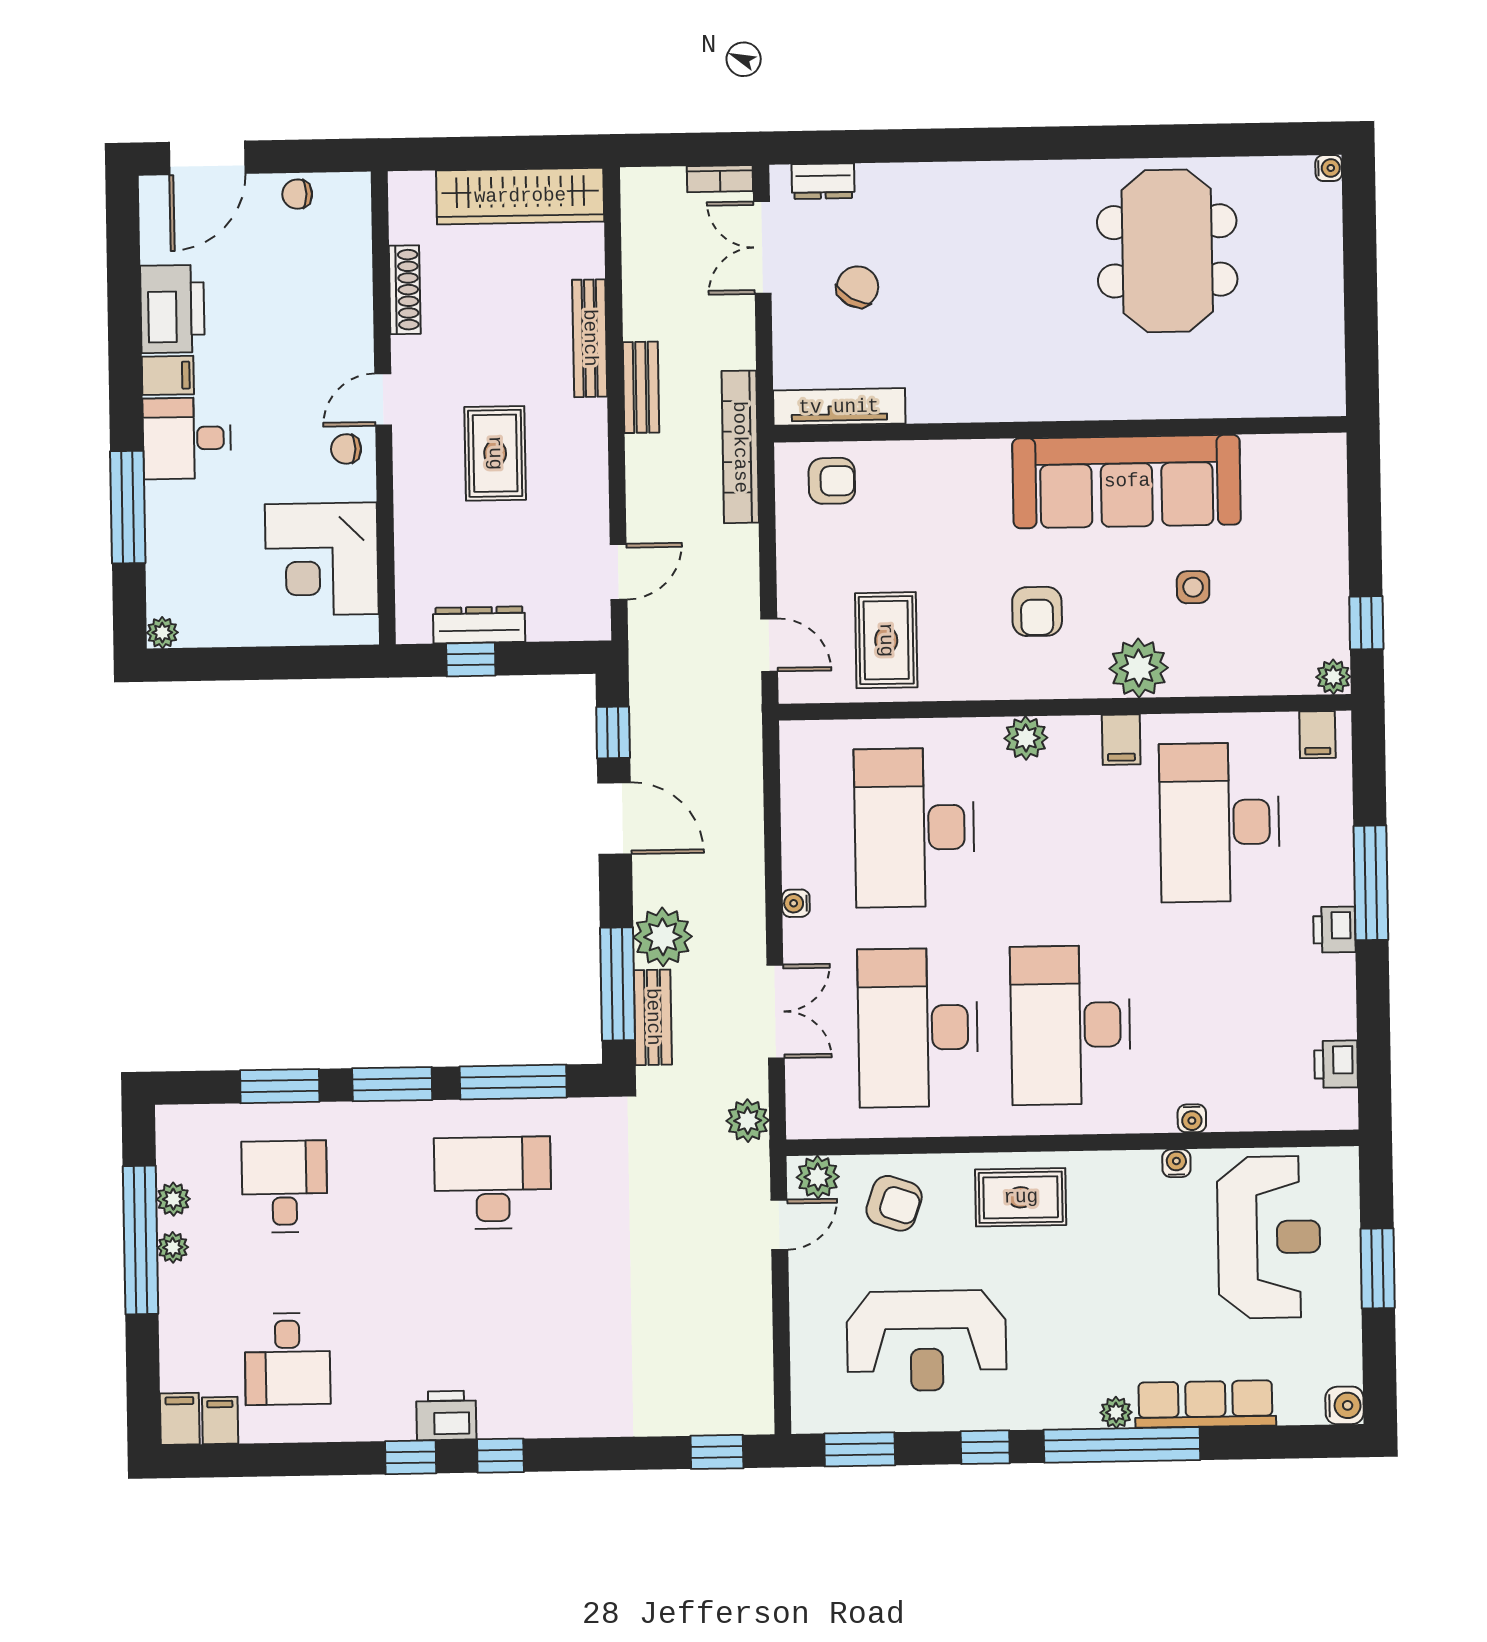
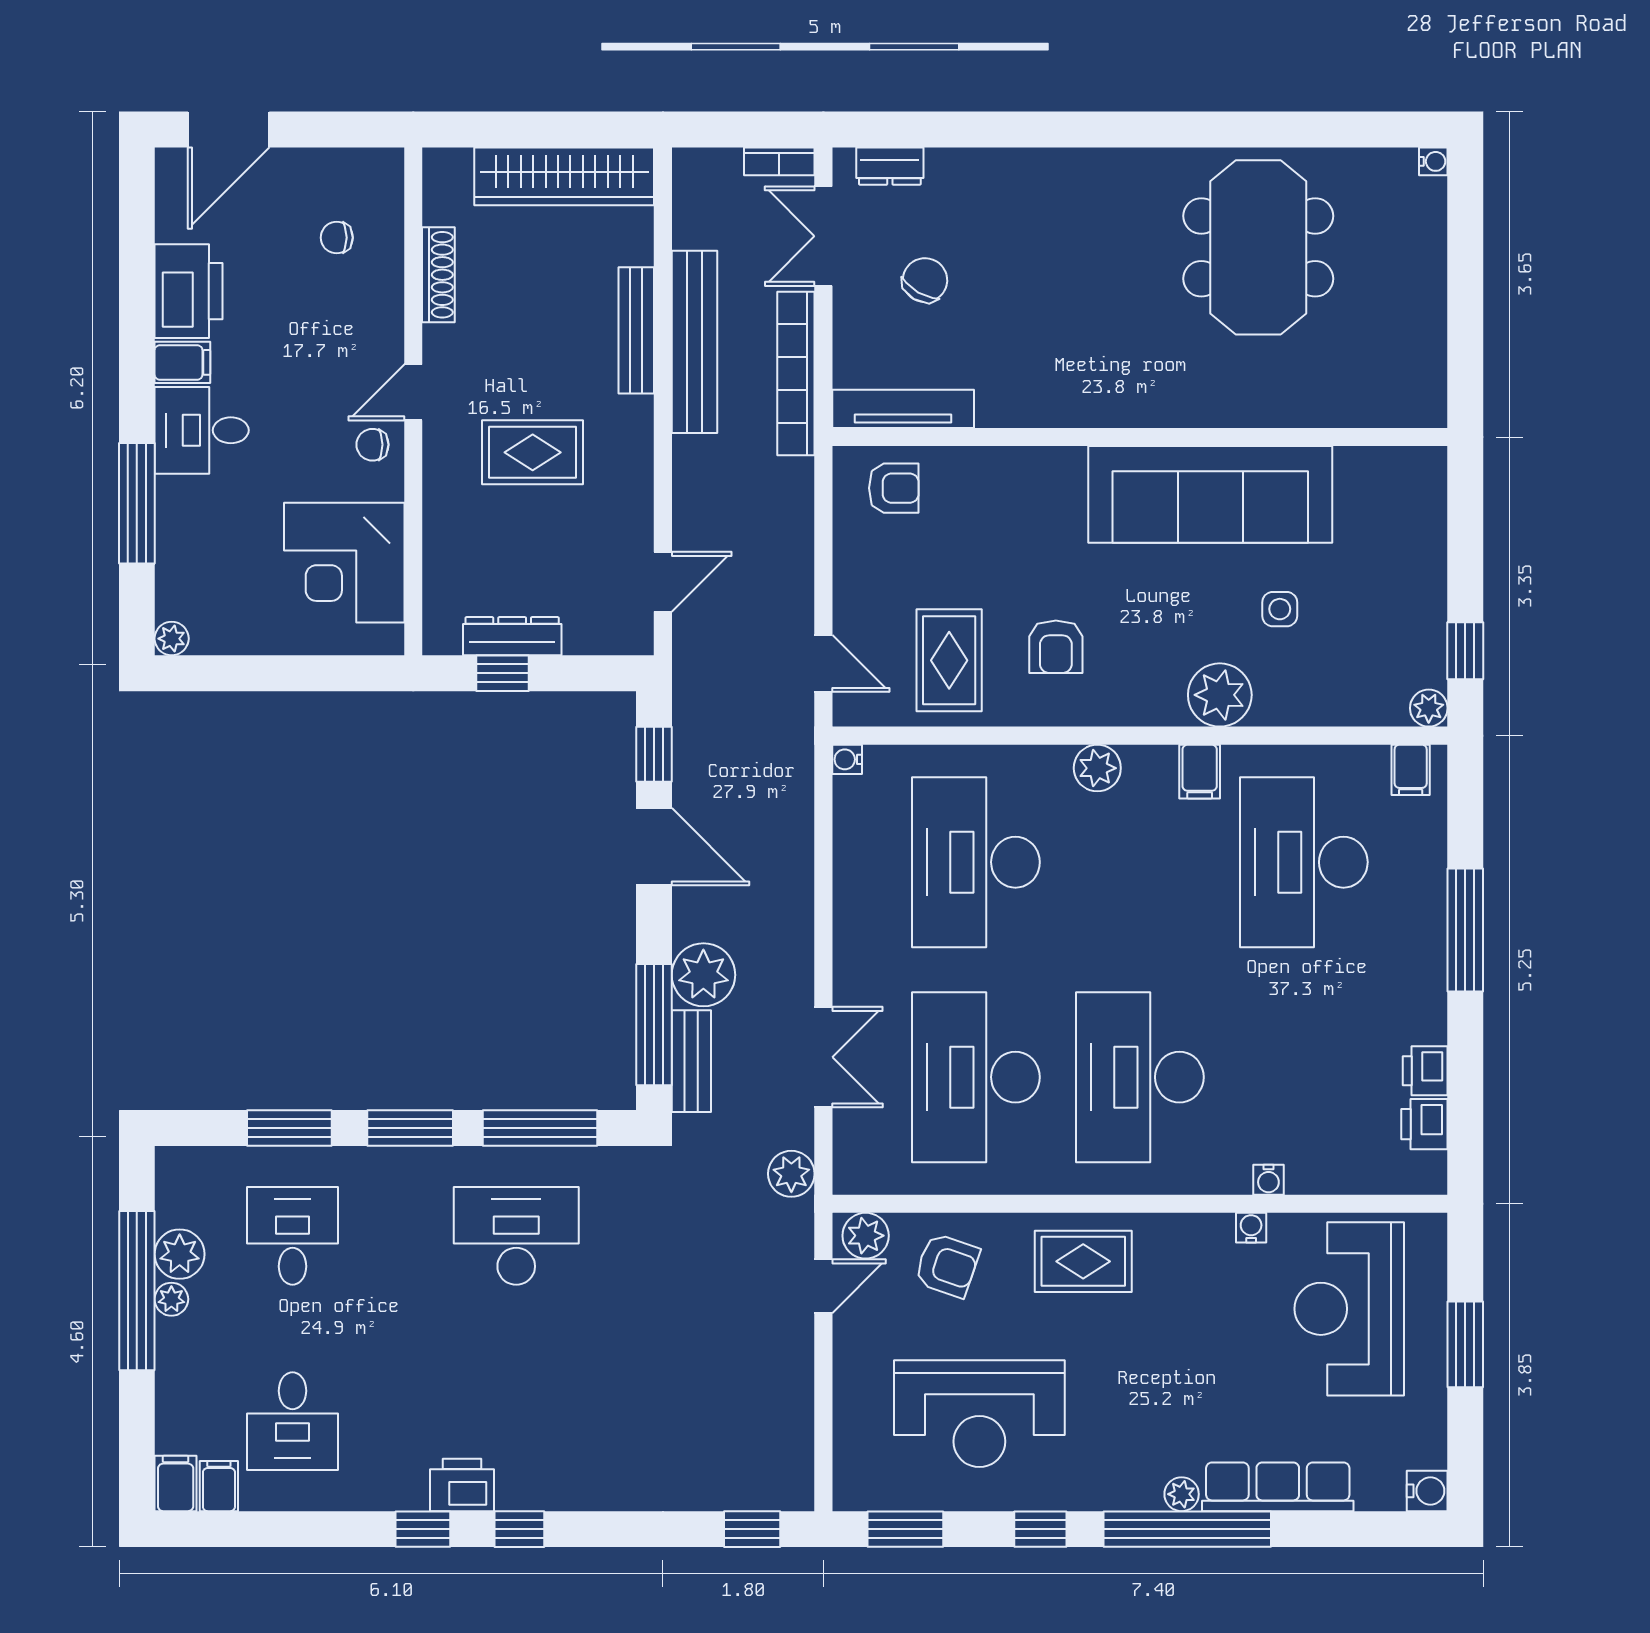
chair: (297, 194) -> (337, 238), moved
bench: (641, 387) -> (695, 342), width x1.86, depth x1.21
bookcase: (740, 447) -> (796, 374), moved
rug: (495, 453) -> (533, 452), turned 90
armchair: (1037, 611) -> (1056, 647), moved
water cooler: (796, 903) -> (847, 759), moved
printer: (1334, 930) -> (1425, 1071), moved
plant: (173, 1199) -> (180, 1254), width x1.38, depth x1.38
reception desk: (1269, 1237) -> (1349, 1309), turned 180

